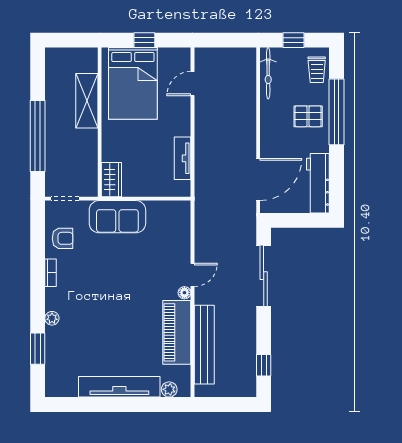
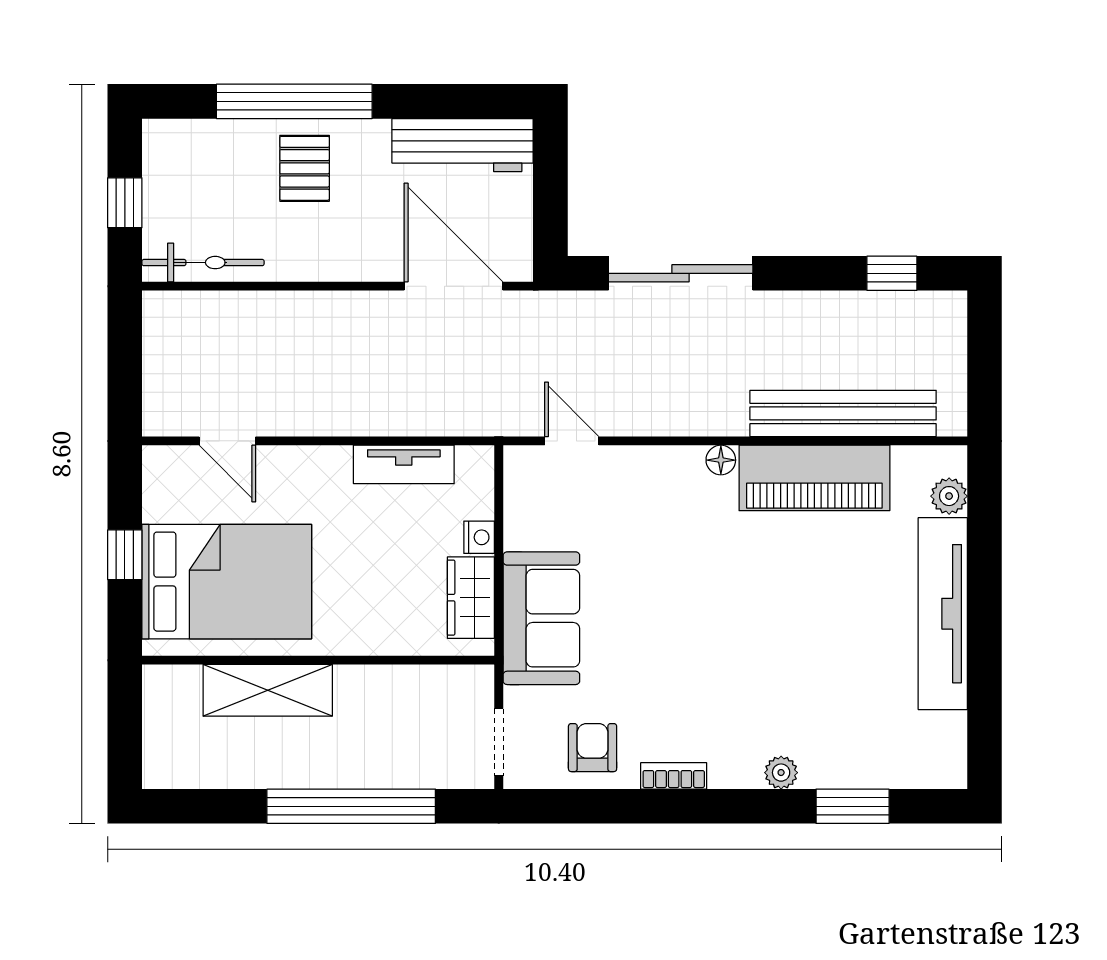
trolley: (317, 70) -> (195, 148), removed
wardrobe: (111, 180) -> (471, 598), moved, turned -90
nightstand: (152, 190) -> (479, 537), added
door: (193, 275) -> (572, 441), moved

